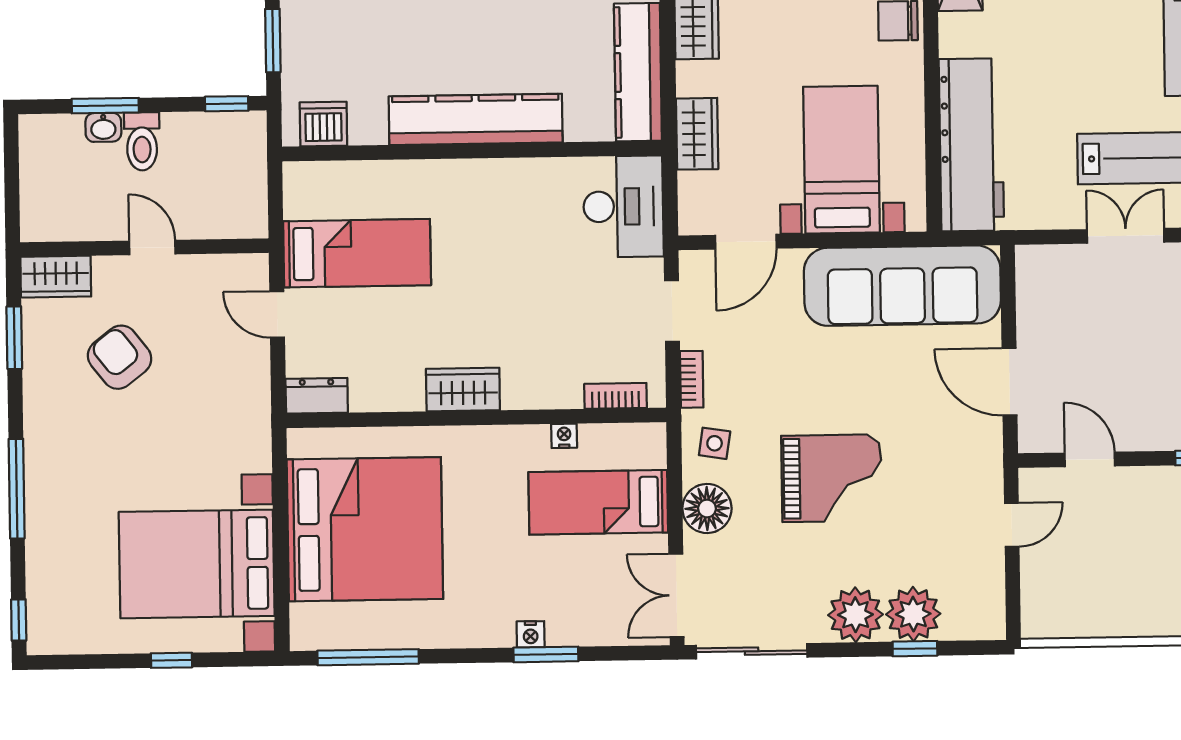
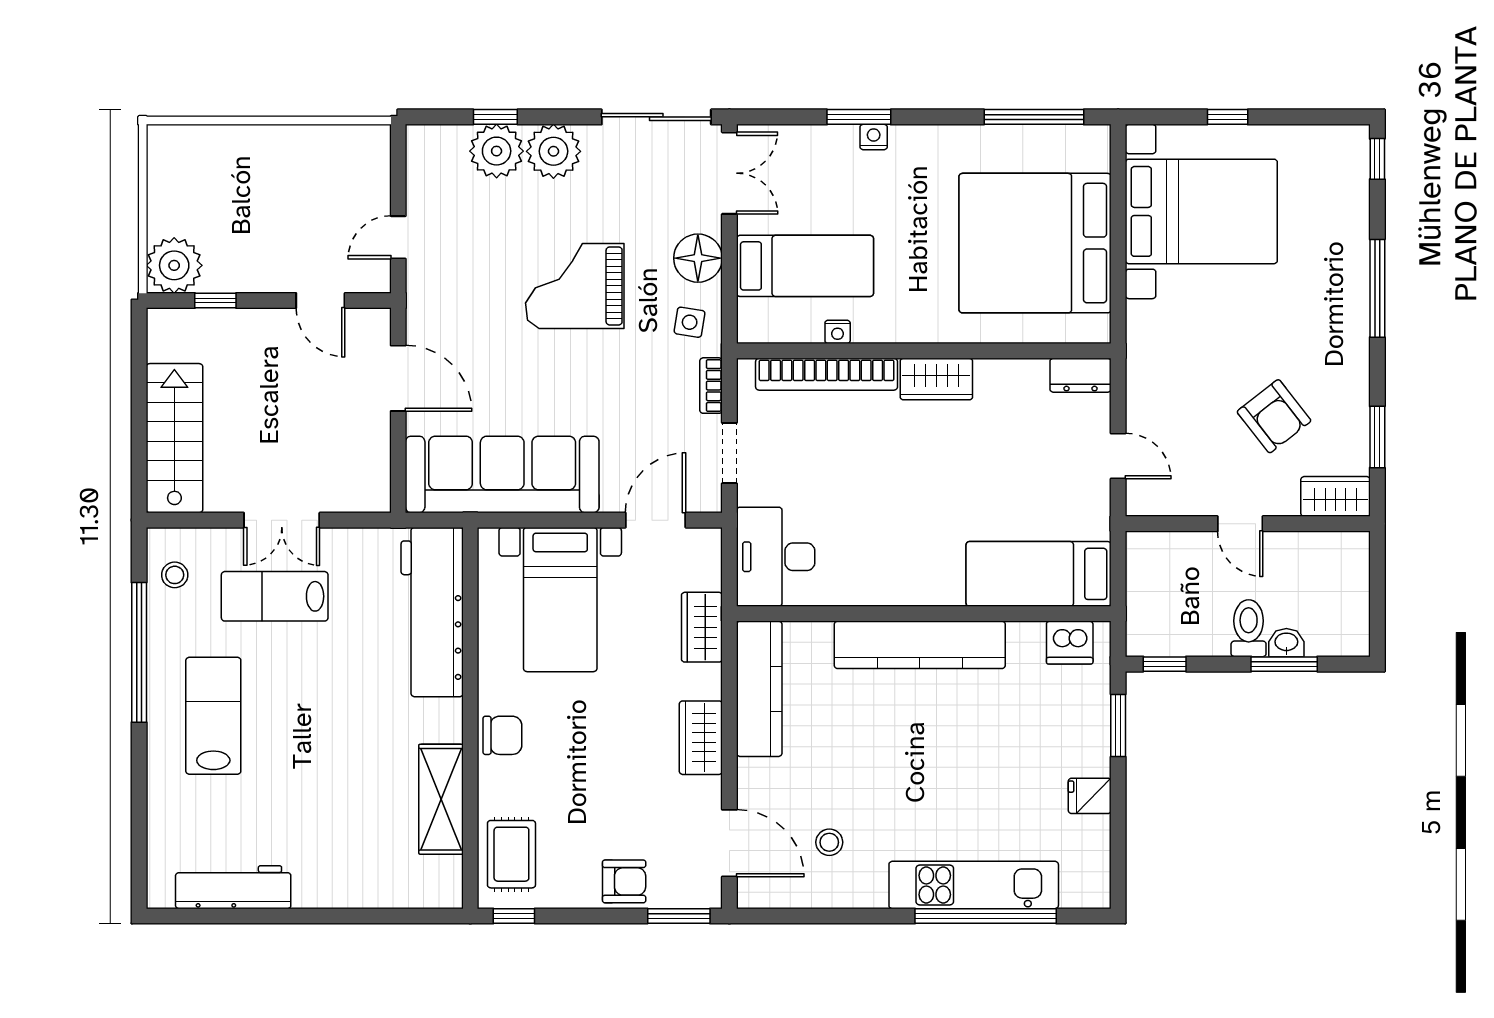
bed: (357, 253) -> (1039, 574), moved
bookcase: (615, 396) -> (827, 374), width x2.31, depth x1.31

